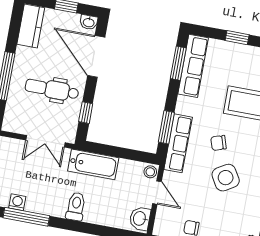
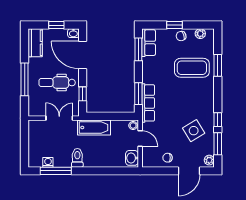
row of seats: (193, 66) -> (149, 43), width x0.68
double door: (45, 141) -> (59, 118), swing flipped
chair: (219, 143) -> (181, 36), moved
side table: (226, 178) -> (194, 131), moved
toilet: (76, 206) -> (77, 158), moved

